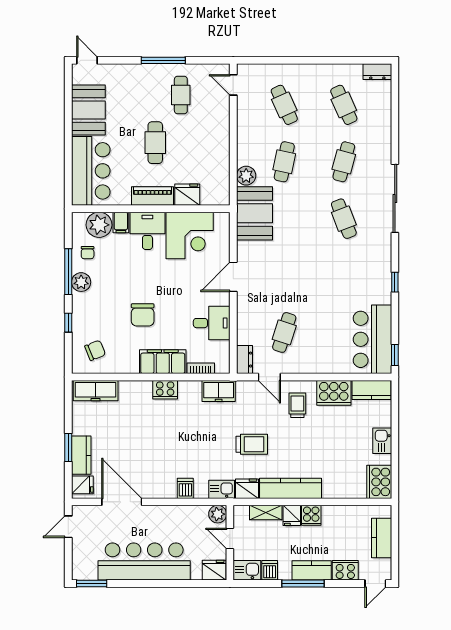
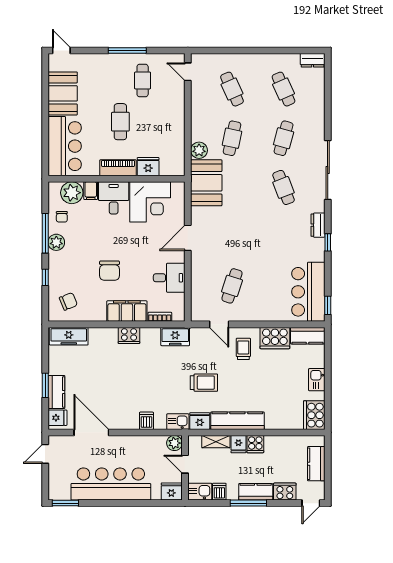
dresser: (244, 360) -> (318, 225), moved, turned 180

